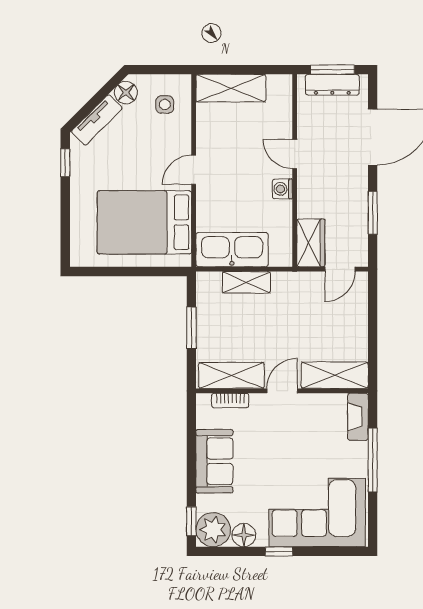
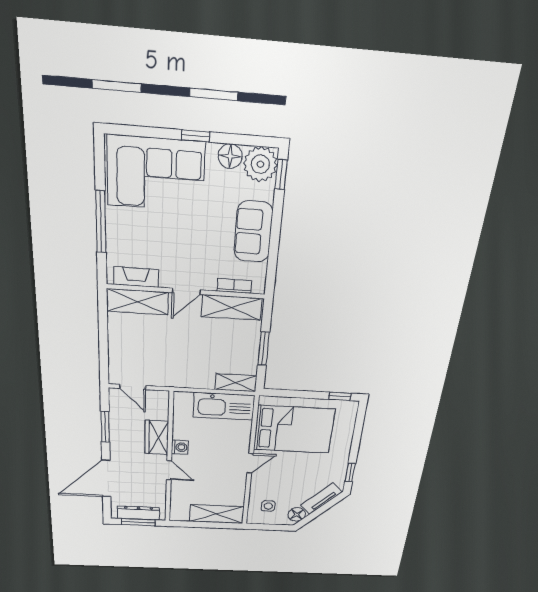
wardrobe: (311, 243) -> (157, 437), moved
door: (340, 269) -> (133, 387), swing flipped
window: (95, 271) -> (340, 396), added
shelving: (246, 282) -> (236, 383), moved
fireplace: (358, 417) -> (136, 277), moved, turned -90

